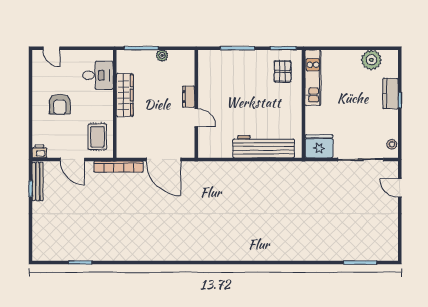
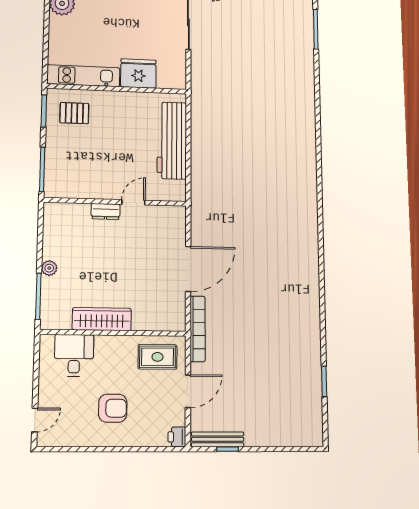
dresser: (189, 97) -> (106, 211), moved
wall: (196, 104) -> (115, 202), moved
door: (196, 117) -> (133, 202), moved
fridge: (319, 146) -> (138, 73), moved, turned 90

